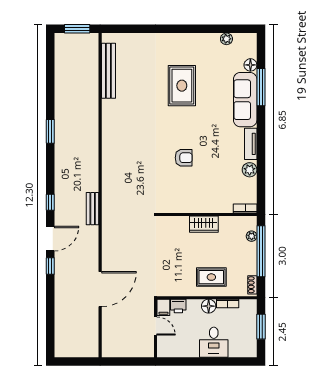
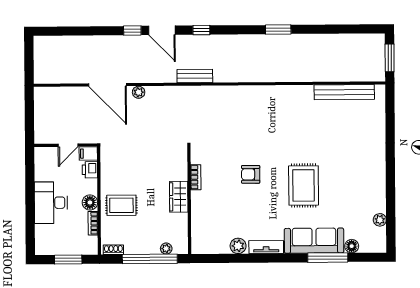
rug: (182, 86) -> (304, 185), moved, turned 90
armchair: (184, 158) -> (251, 174), turned 90
bookcase: (245, 208) -> (196, 177), moved
plant: (107, 261) -> (139, 92), added
rug: (211, 277) -> (121, 205), turned 90
desk: (214, 342) -> (51, 203), width x1.37

